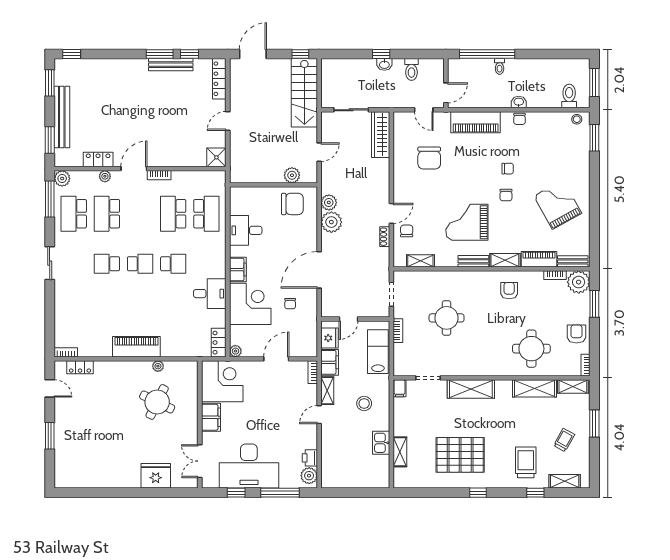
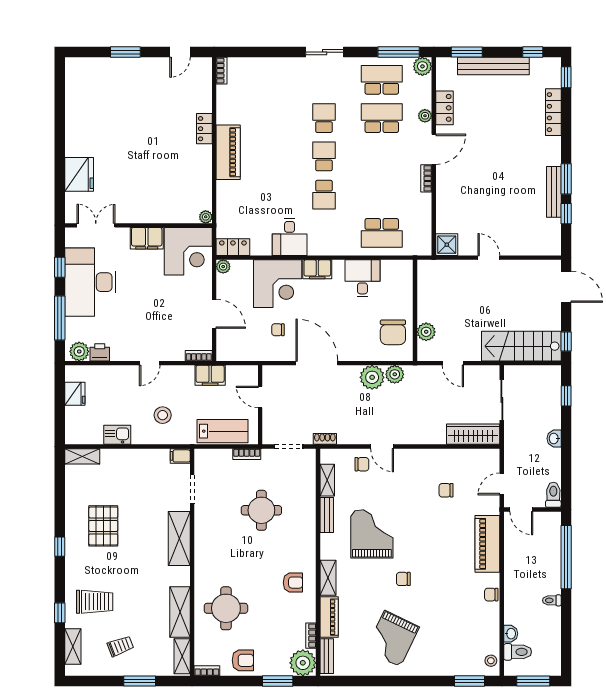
window: (381, 54) -> (566, 396), moved
toilet: (500, 66) -> (552, 600), moved
toilet: (411, 69) -> (553, 495), moved, turned 90
locker: (219, 79) -> (553, 112), moved, turned -90
window: (50, 83) -> (533, 52), width x0.67
washbasin: (519, 102) -> (511, 634), moved
chair: (429, 158) -> (446, 490), width x0.54, depth x0.54
door: (134, 169) -> (434, 149), hinge flipped
chair: (508, 169) -> (434, 581), removed
grand piano: (558, 205) -> (392, 639), turned 145
school desk: (173, 214) -> (382, 195), removed
shoe rack: (385, 237) -> (325, 439), moved
bench: (473, 261) -> (327, 515), moved
school desk: (140, 264) -> (324, 156), turned 180
fridge: (330, 338) -> (75, 394), moved, turned -90
plant: (158, 366) -> (206, 217), moved
locker: (80, 367) -> (204, 129), moved
shelving: (327, 391) -> (177, 372), removed
round table: (157, 402) -> (164, 176), removed
door: (319, 415) -> (150, 363), swing flipped
trolley: (564, 440) -> (120, 646), turned -50
shelving: (400, 452) -> (82, 456), moved
pallet: (460, 455) -> (103, 526), width x0.73, depth x0.71

